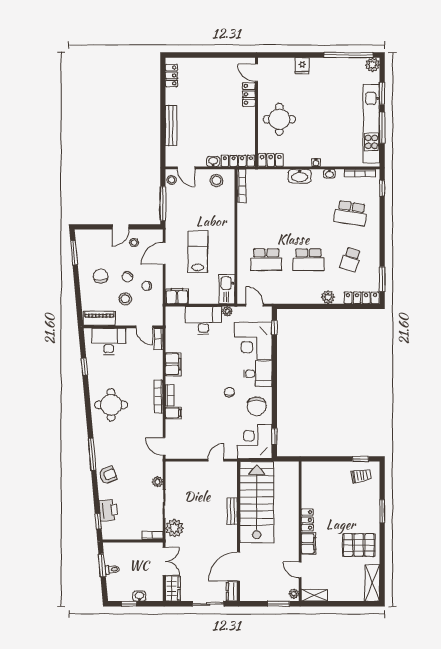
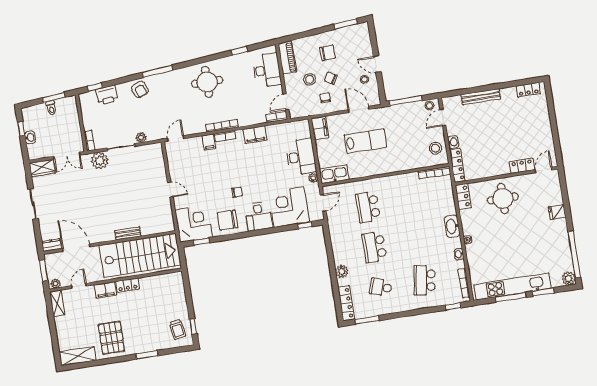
stairs: (257, 502) -> (140, 255), moved
bench: (232, 511) -> (128, 233), moved
wall: (239, 531) -> (110, 242), moved
door: (239, 567) -> (76, 248), moved
dresser: (232, 591) -> (52, 245), moved

